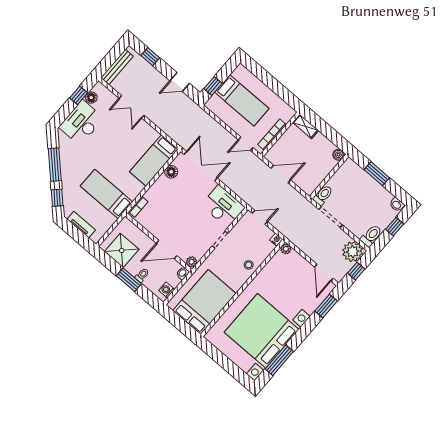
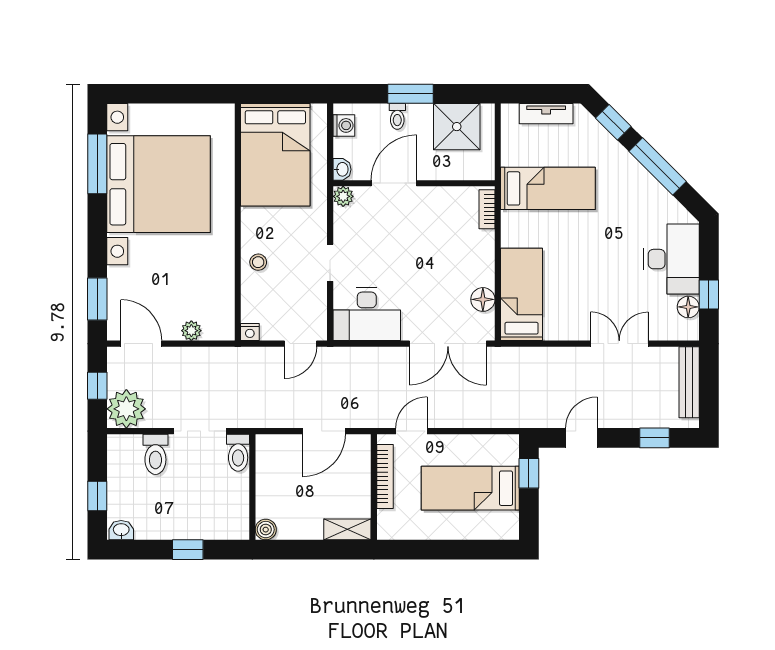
window: (377, 174) -> (188, 550), width x0.67
toilet: (371, 236) -> (155, 454), moved
plant: (286, 249) -> (191, 331), moved

